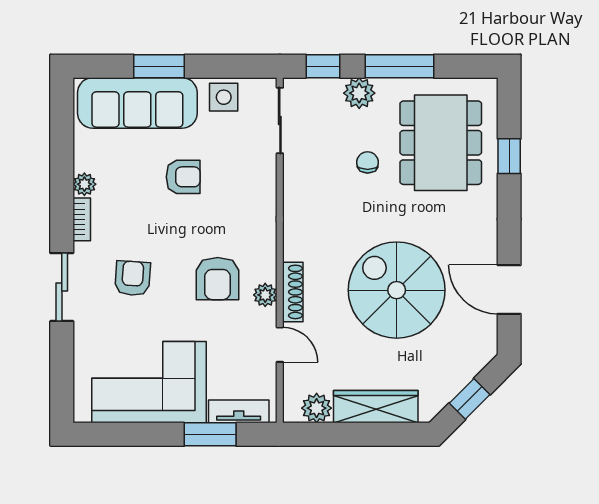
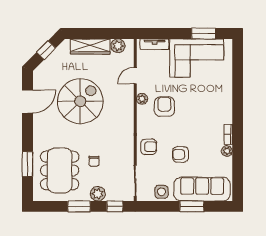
window: (399, 66) -> (79, 206), width x0.69
window: (509, 156) -> (27, 164), width x1.50
armchair: (133, 278) -> (149, 147), moved, turned -94
sliding door: (62, 287) -> (238, 103), removed
spiral stairs: (397, 290) -> (80, 101), turned -90
door: (509, 290) -> (27, 101), hinge flipped
shoe rack: (293, 292) -> (129, 100), removed
door: (280, 345) -> (135, 76), hinge flipped
window: (210, 434) -> (204, 33), moved

